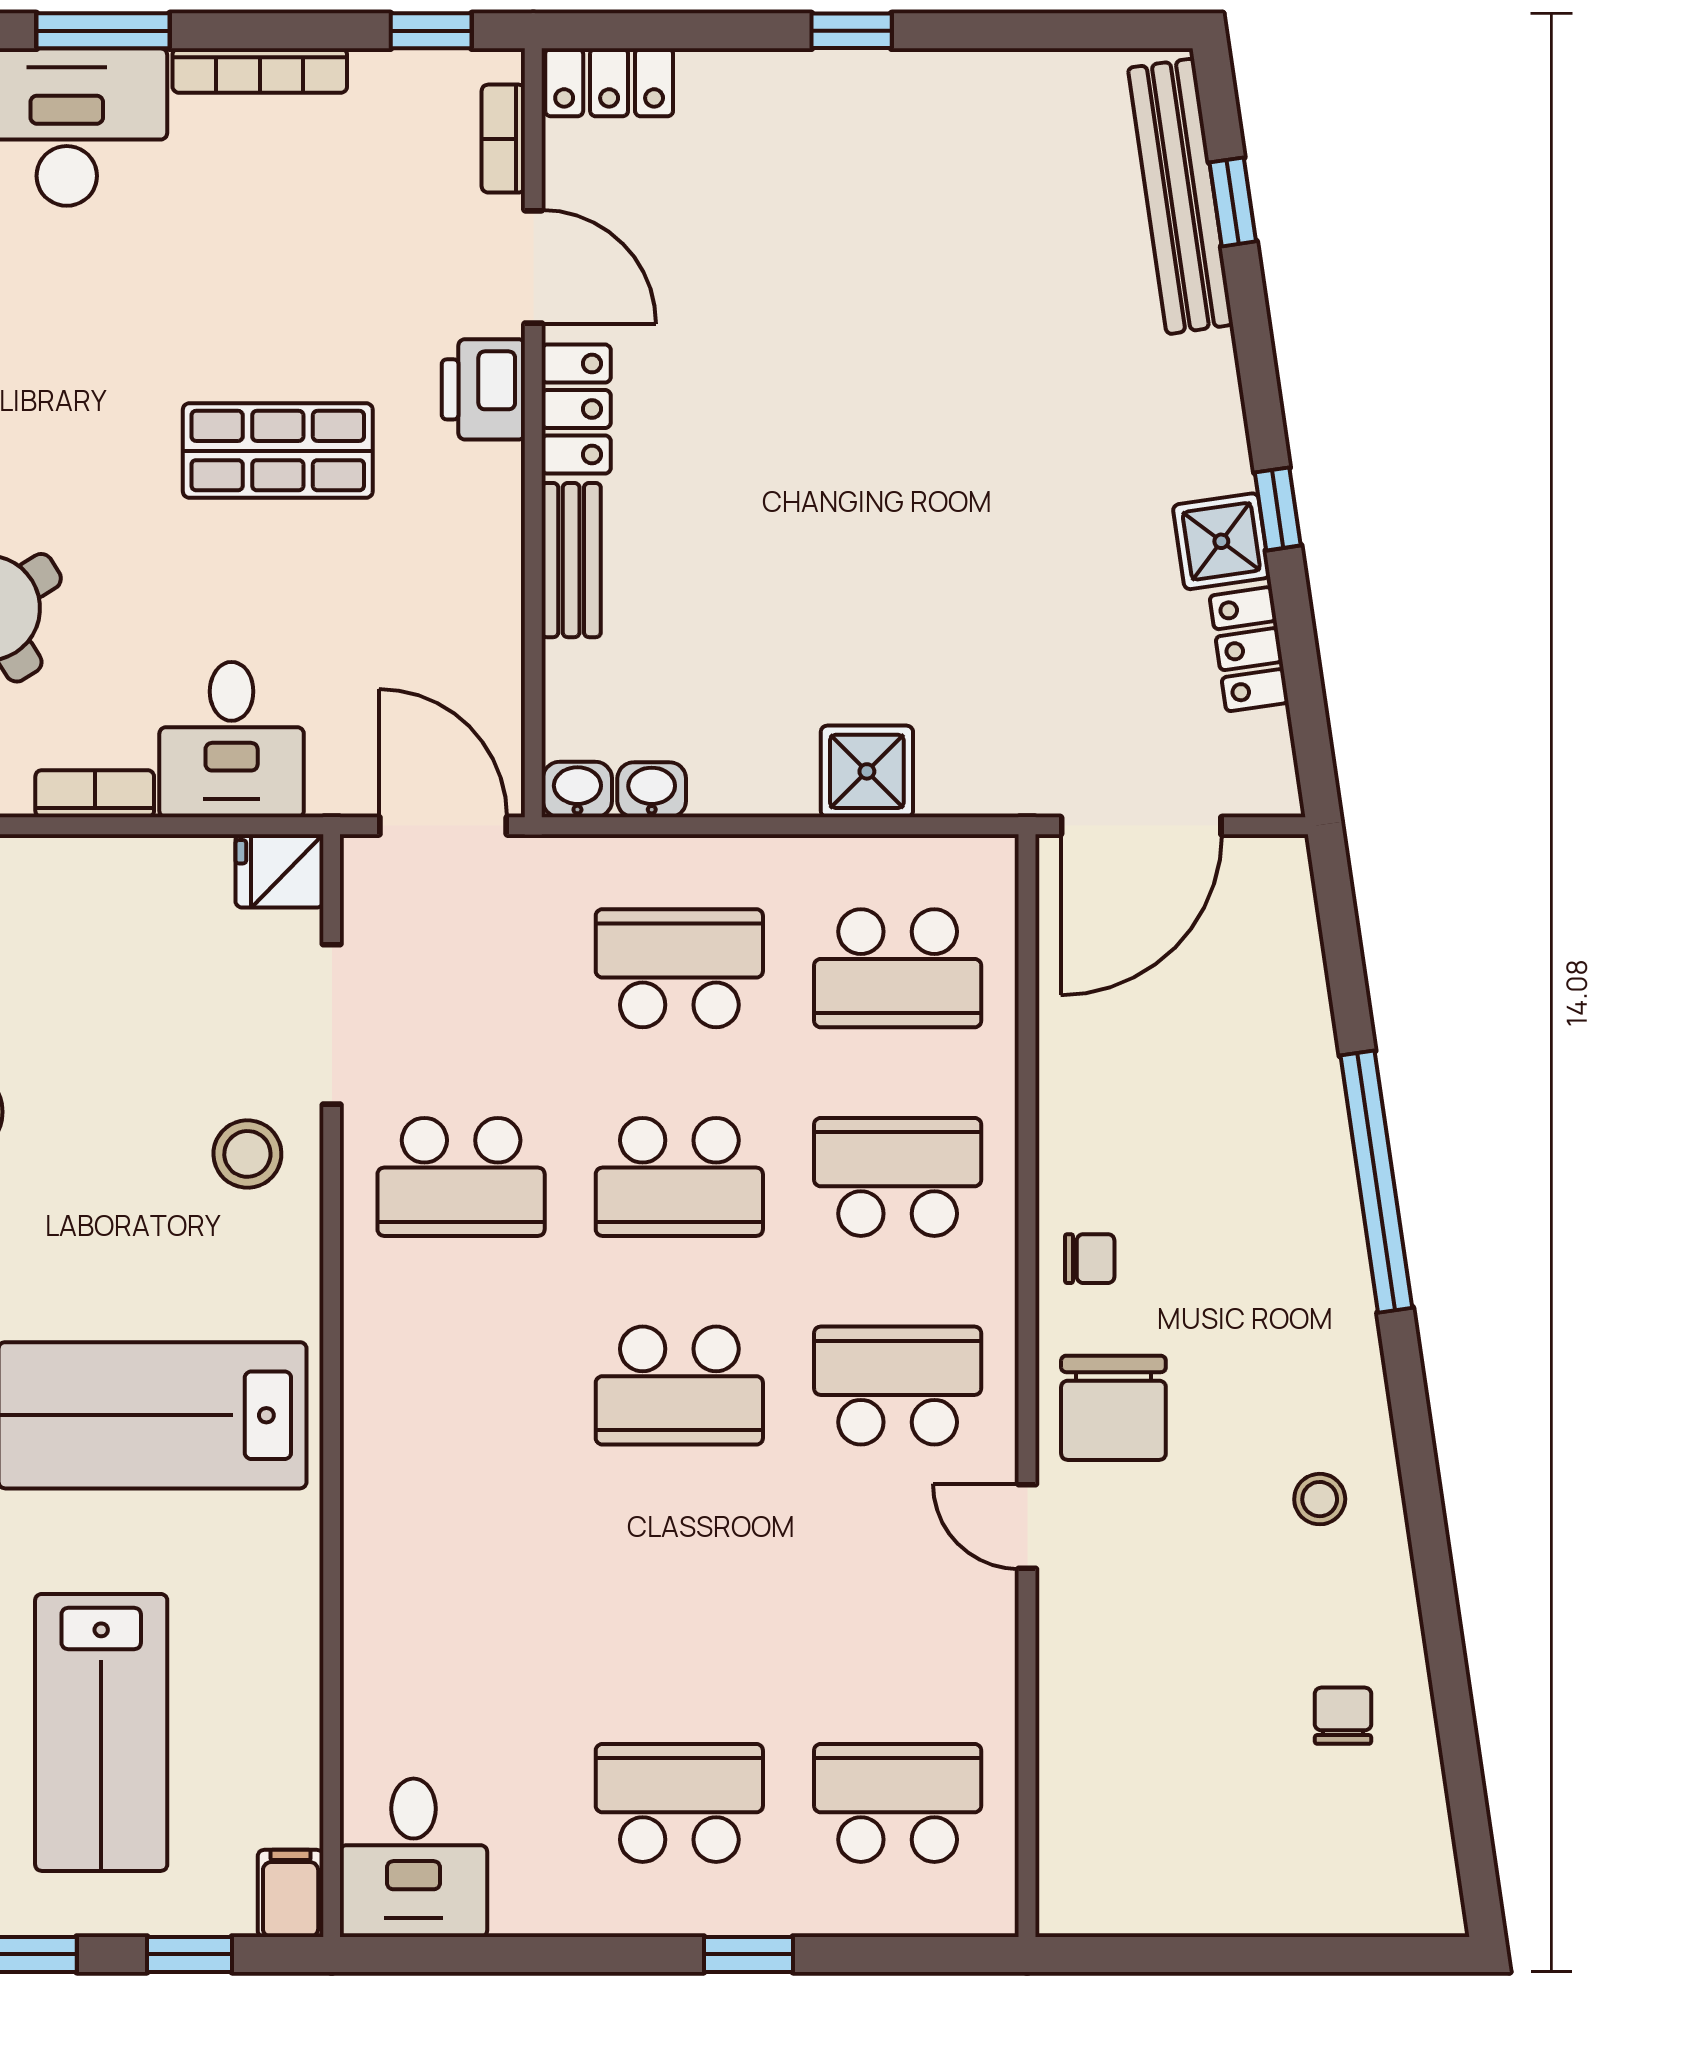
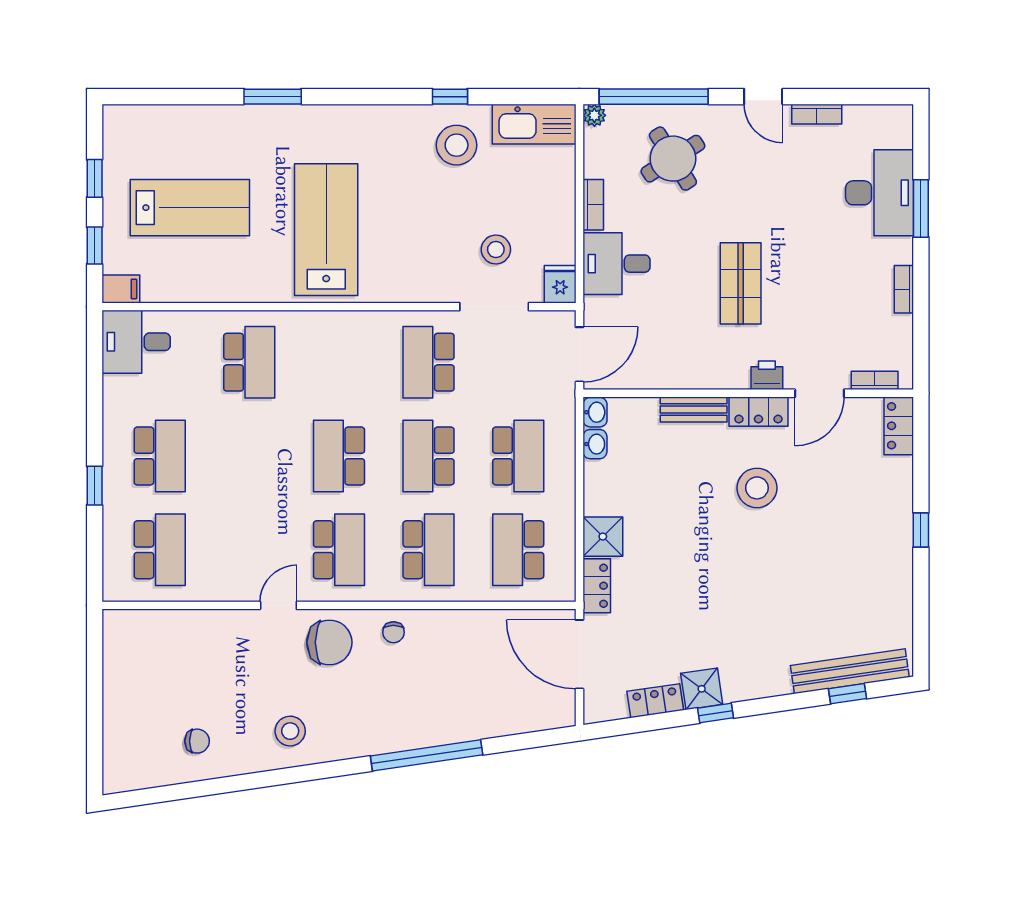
window: (431, 31) -> (921, 349), removed
bookcase: (260, 71) -> (904, 289), width x0.64
printer: (483, 389) -> (767, 375), width x0.73, depth x0.81
stool: (754, 413) -> (757, 488), added
locker: (981, 786) -> (597, 586), added
stool: (247, 1154) -> (496, 250), moved
chair: (1113, 1408) -> (329, 642), turned 180
stool: (1320, 1499) -> (290, 731), width x1.37, depth x1.37
school desk: (461, 1594) -> (249, 362), added
lab bench: (101, 1732) -> (190, 208), turned 180

